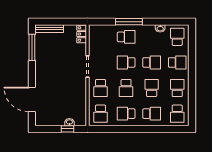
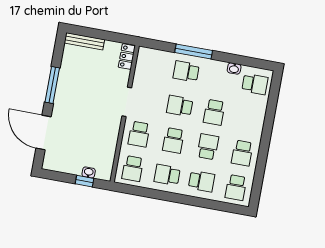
school desk: (126, 37) -> (186, 71), turned 180
school desk: (177, 37) -> (255, 84), turned 90
window: (32, 47) -> (52, 85), moved
school desk: (152, 62) -> (214, 112), turned 90
school desk: (177, 62) -> (249, 119), removed
school desk: (177, 88) -> (242, 153), turned 180

